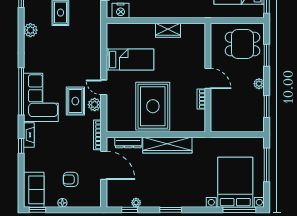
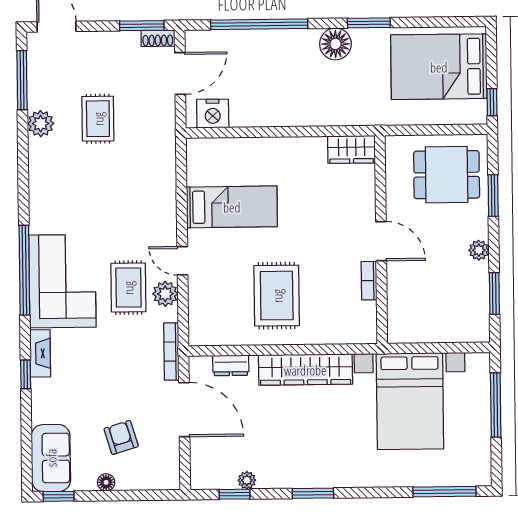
plant: (30, 30) -> (41, 124), moved
wardrobe: (168, 30) -> (351, 149), moved
rug: (153, 106) -> (277, 296), width x0.73, depth x0.69
dresser: (128, 142) -> (231, 365), width x0.70
armchair: (71, 179) -> (121, 437), turned 73
bed with nightstands: (235, 182) -> (410, 401), moved, turned 180

